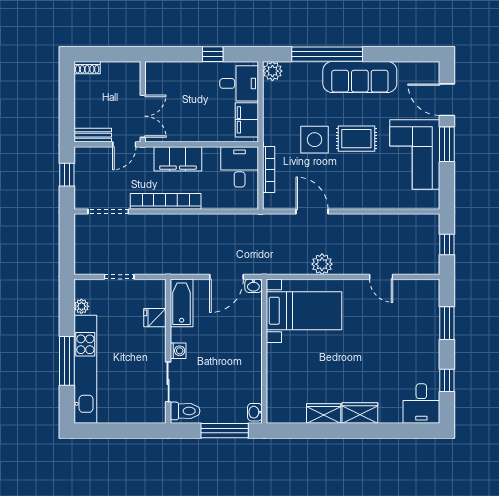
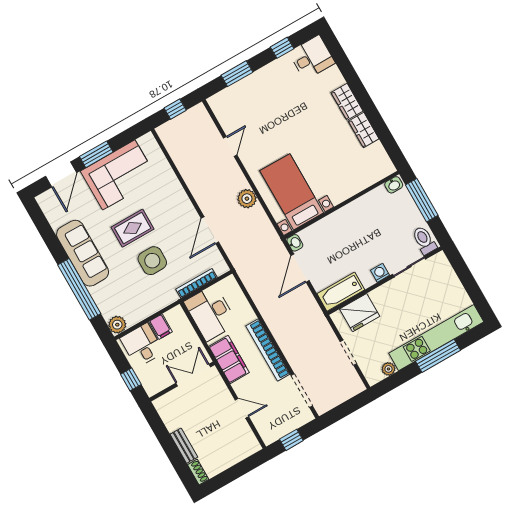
wall: (143, 102) -> (182, 382), moved
double door: (143, 116) -> (193, 375), moved
filing cabinet: (247, 120) -> (160, 327), width x0.50
bench: (93, 135) -> (184, 446), moved
rug: (356, 139) -> (133, 228), turned 90
desk: (240, 167) -> (211, 313), width x1.37
door: (226, 277) -> (300, 268), swing flipped
fridge: (155, 318) -> (360, 313), width x1.88, depth x1.34

